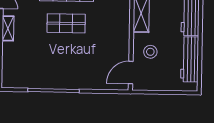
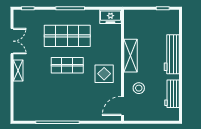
display table: (110, 34) -> (104, 74), added
workbench: (190, 59) -> (172, 94), width x0.73

